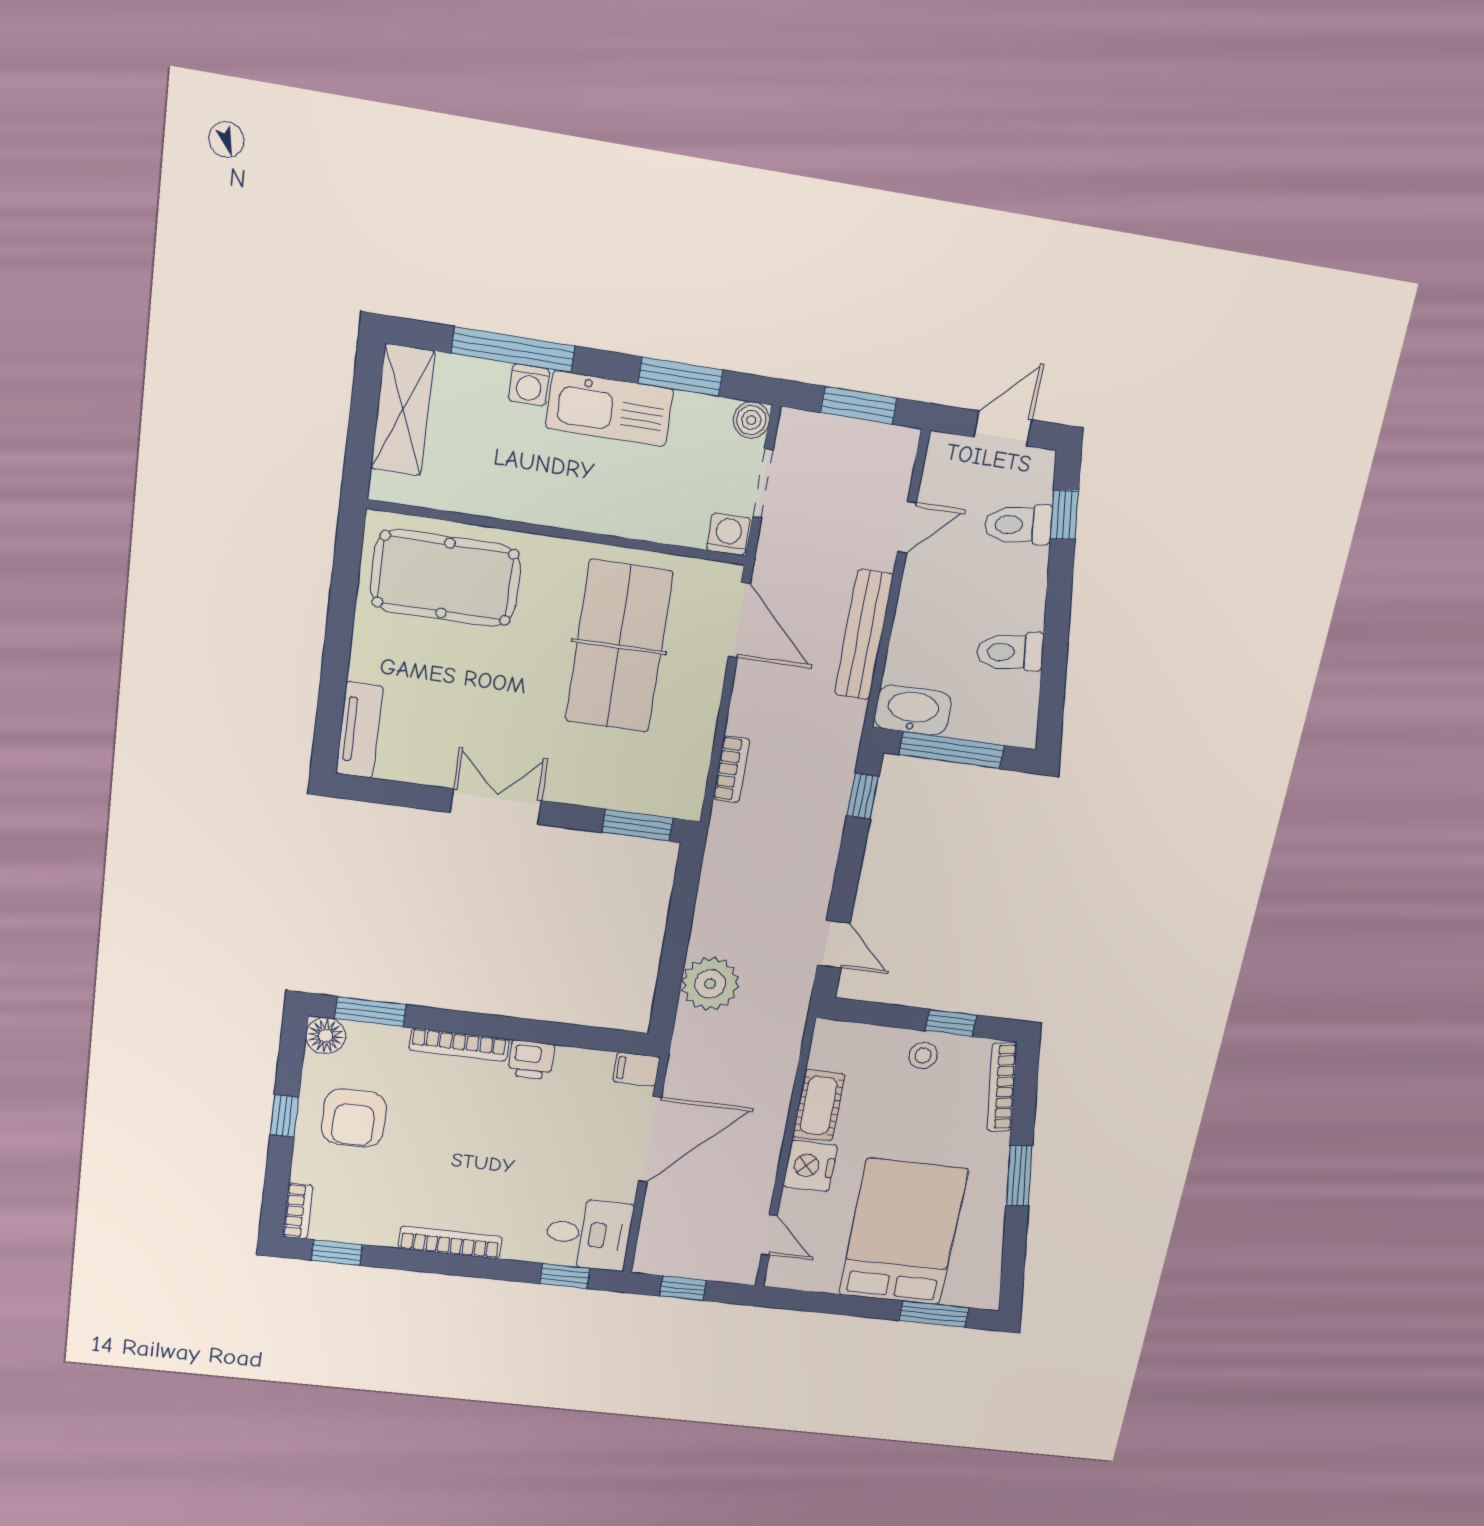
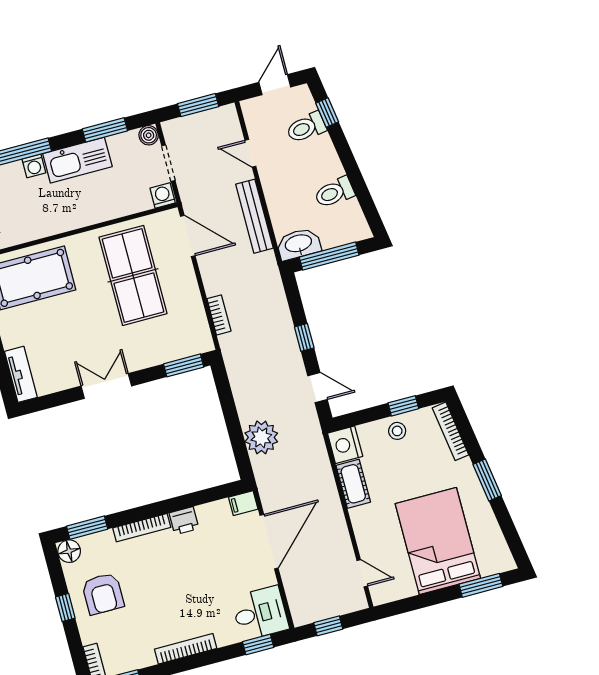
door: (907, 527) -> (250, 153), swing flipped
window: (863, 796) -> (304, 337), moved
nightstand: (810, 1166) -> (345, 445), moved

